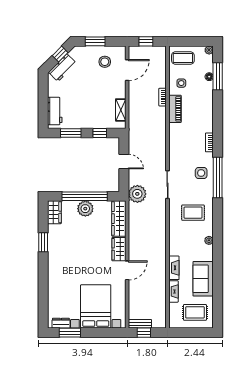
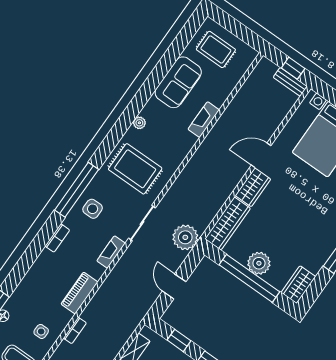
piano: (175, 109) -> (79, 293), moved
rug: (193, 213) -> (135, 169), width x1.36, depth x1.43
fireplace: (173, 291) -> (111, 252), moved

